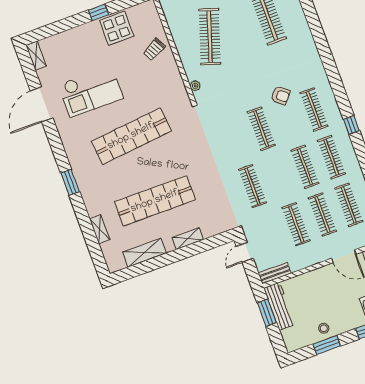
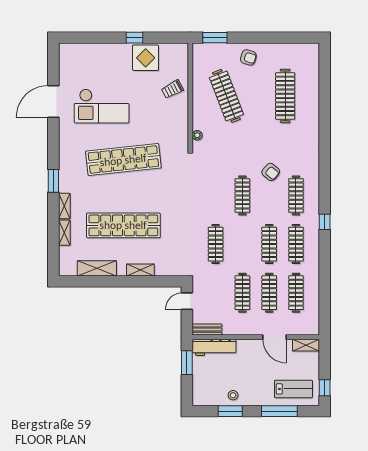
clothes rail: (210, 37) -> (226, 96), turned -39
shelving: (36, 56) -> (64, 206), moved
workbench: (279, 306) -> (214, 347), moved, turned 90

